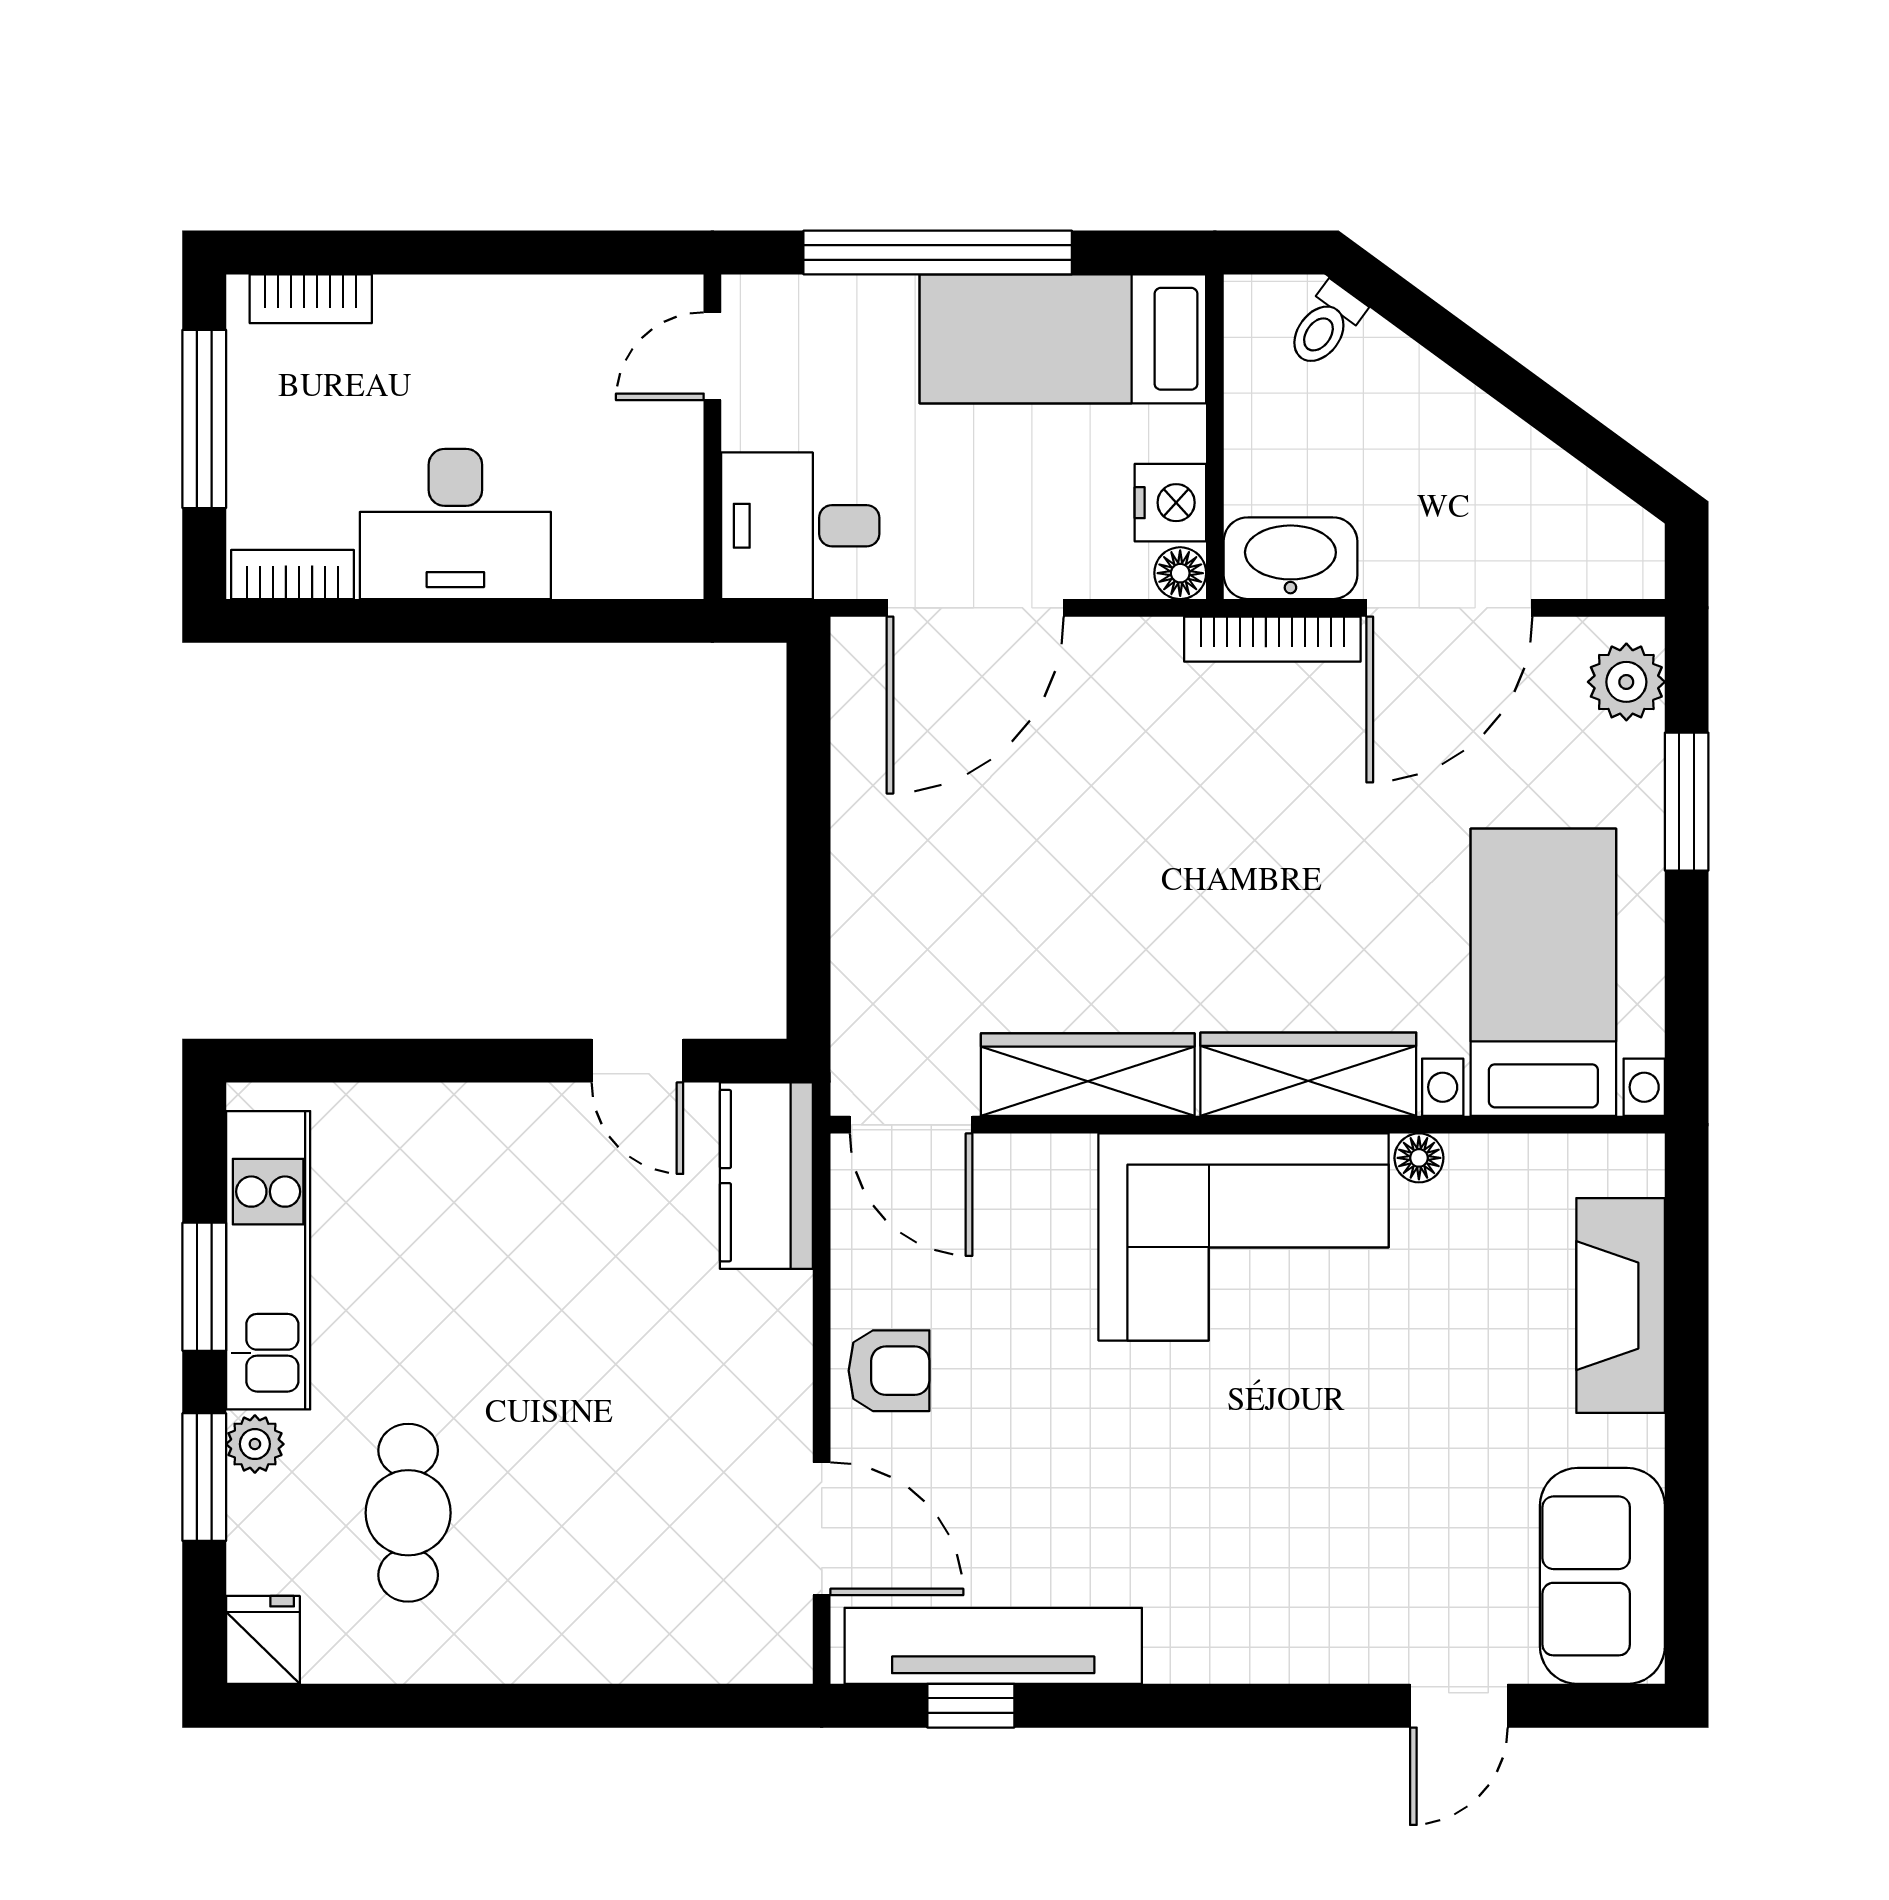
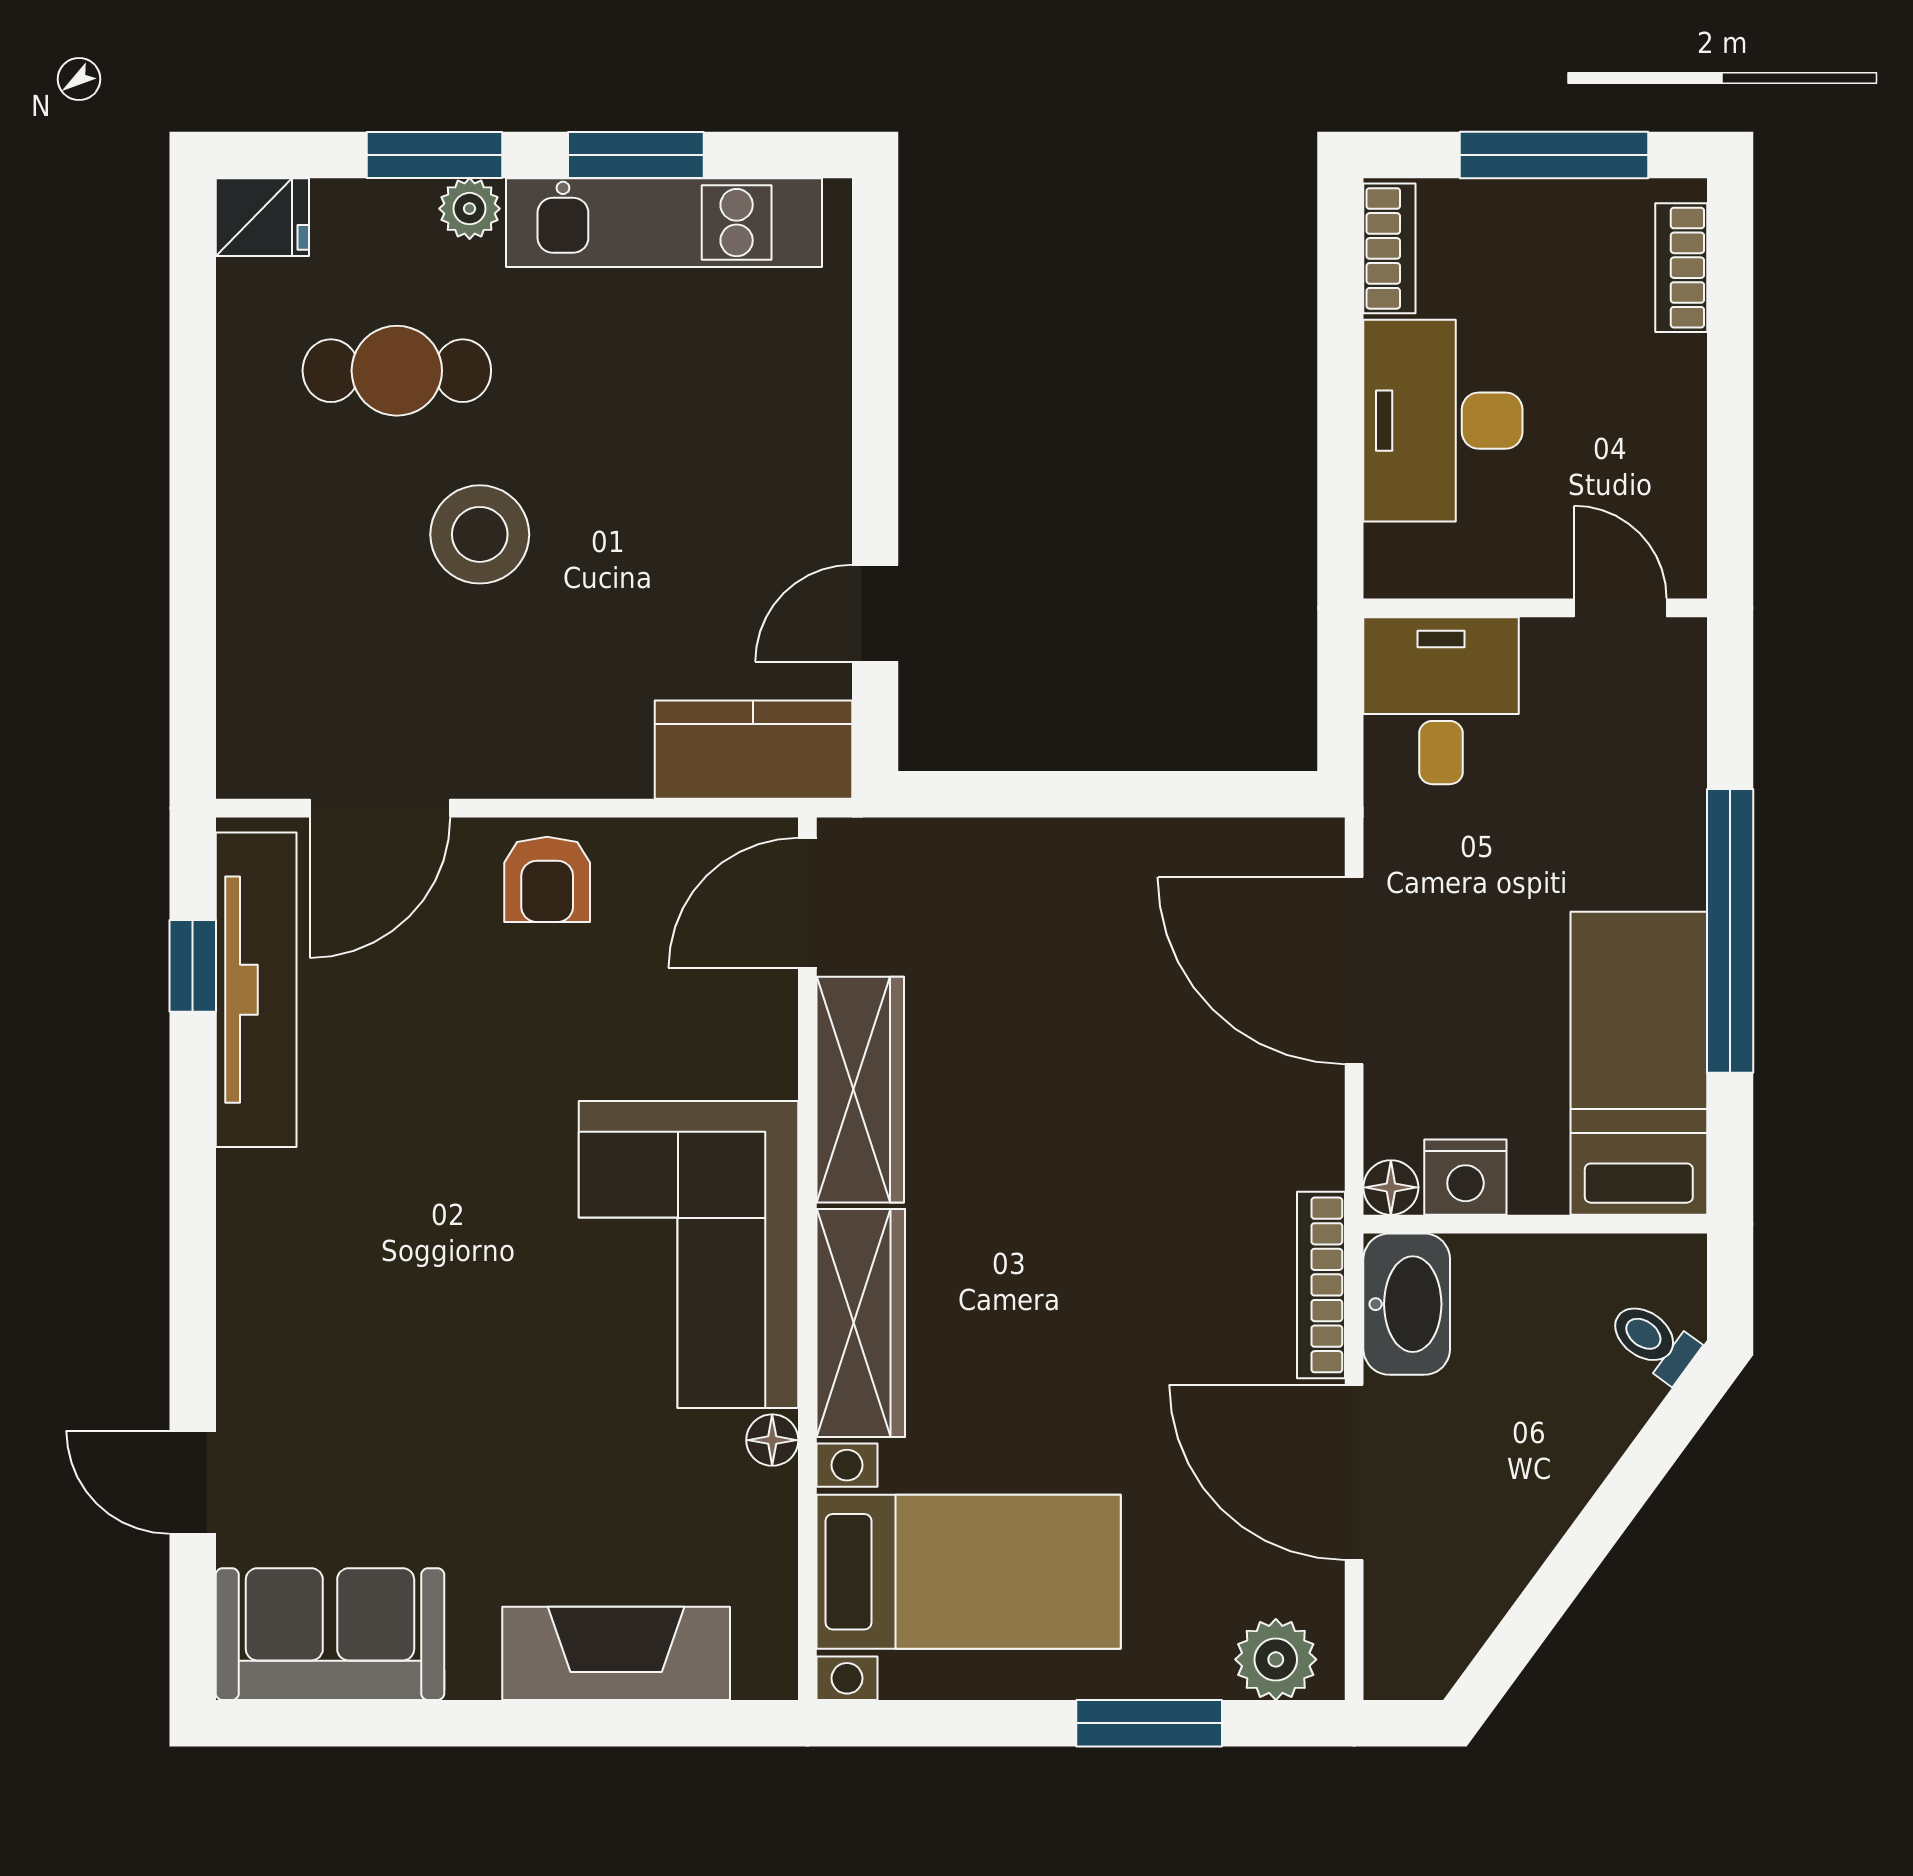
door: (712, 356) -> (1620, 608), moved
wall: (712, 437) -> (1535, 608), moved
desk: (800, 526) -> (1441, 701), moved
stool: (563, 1434) -> (480, 534), added

